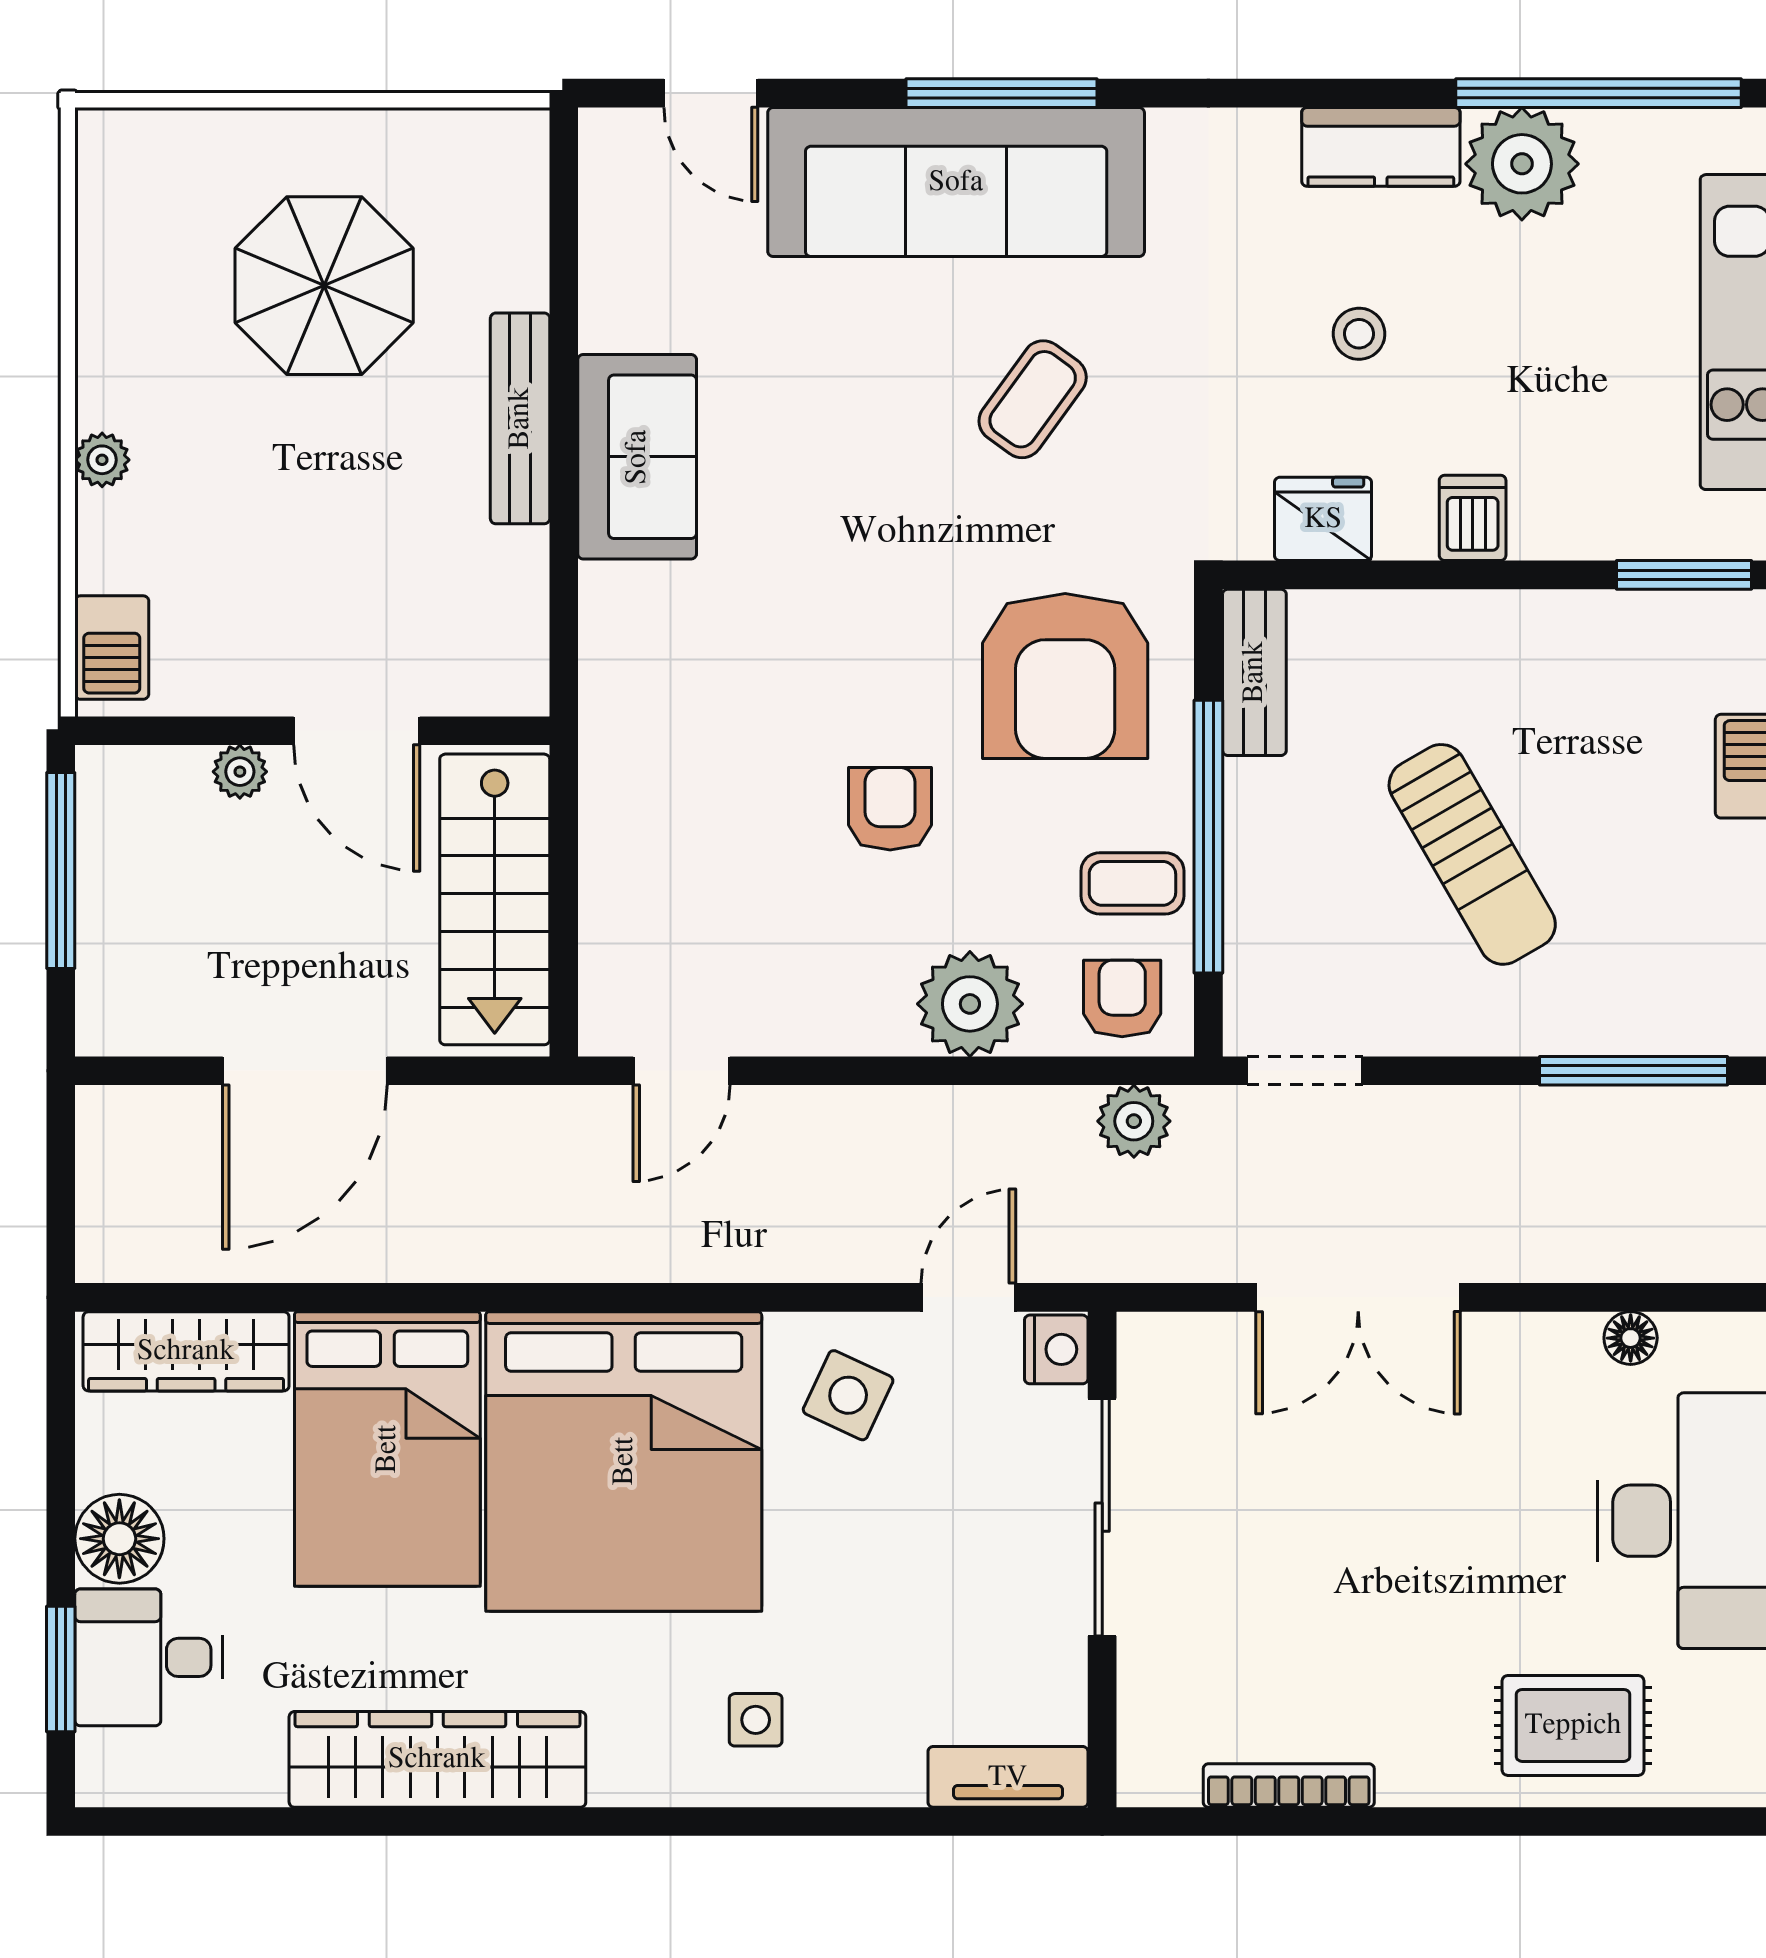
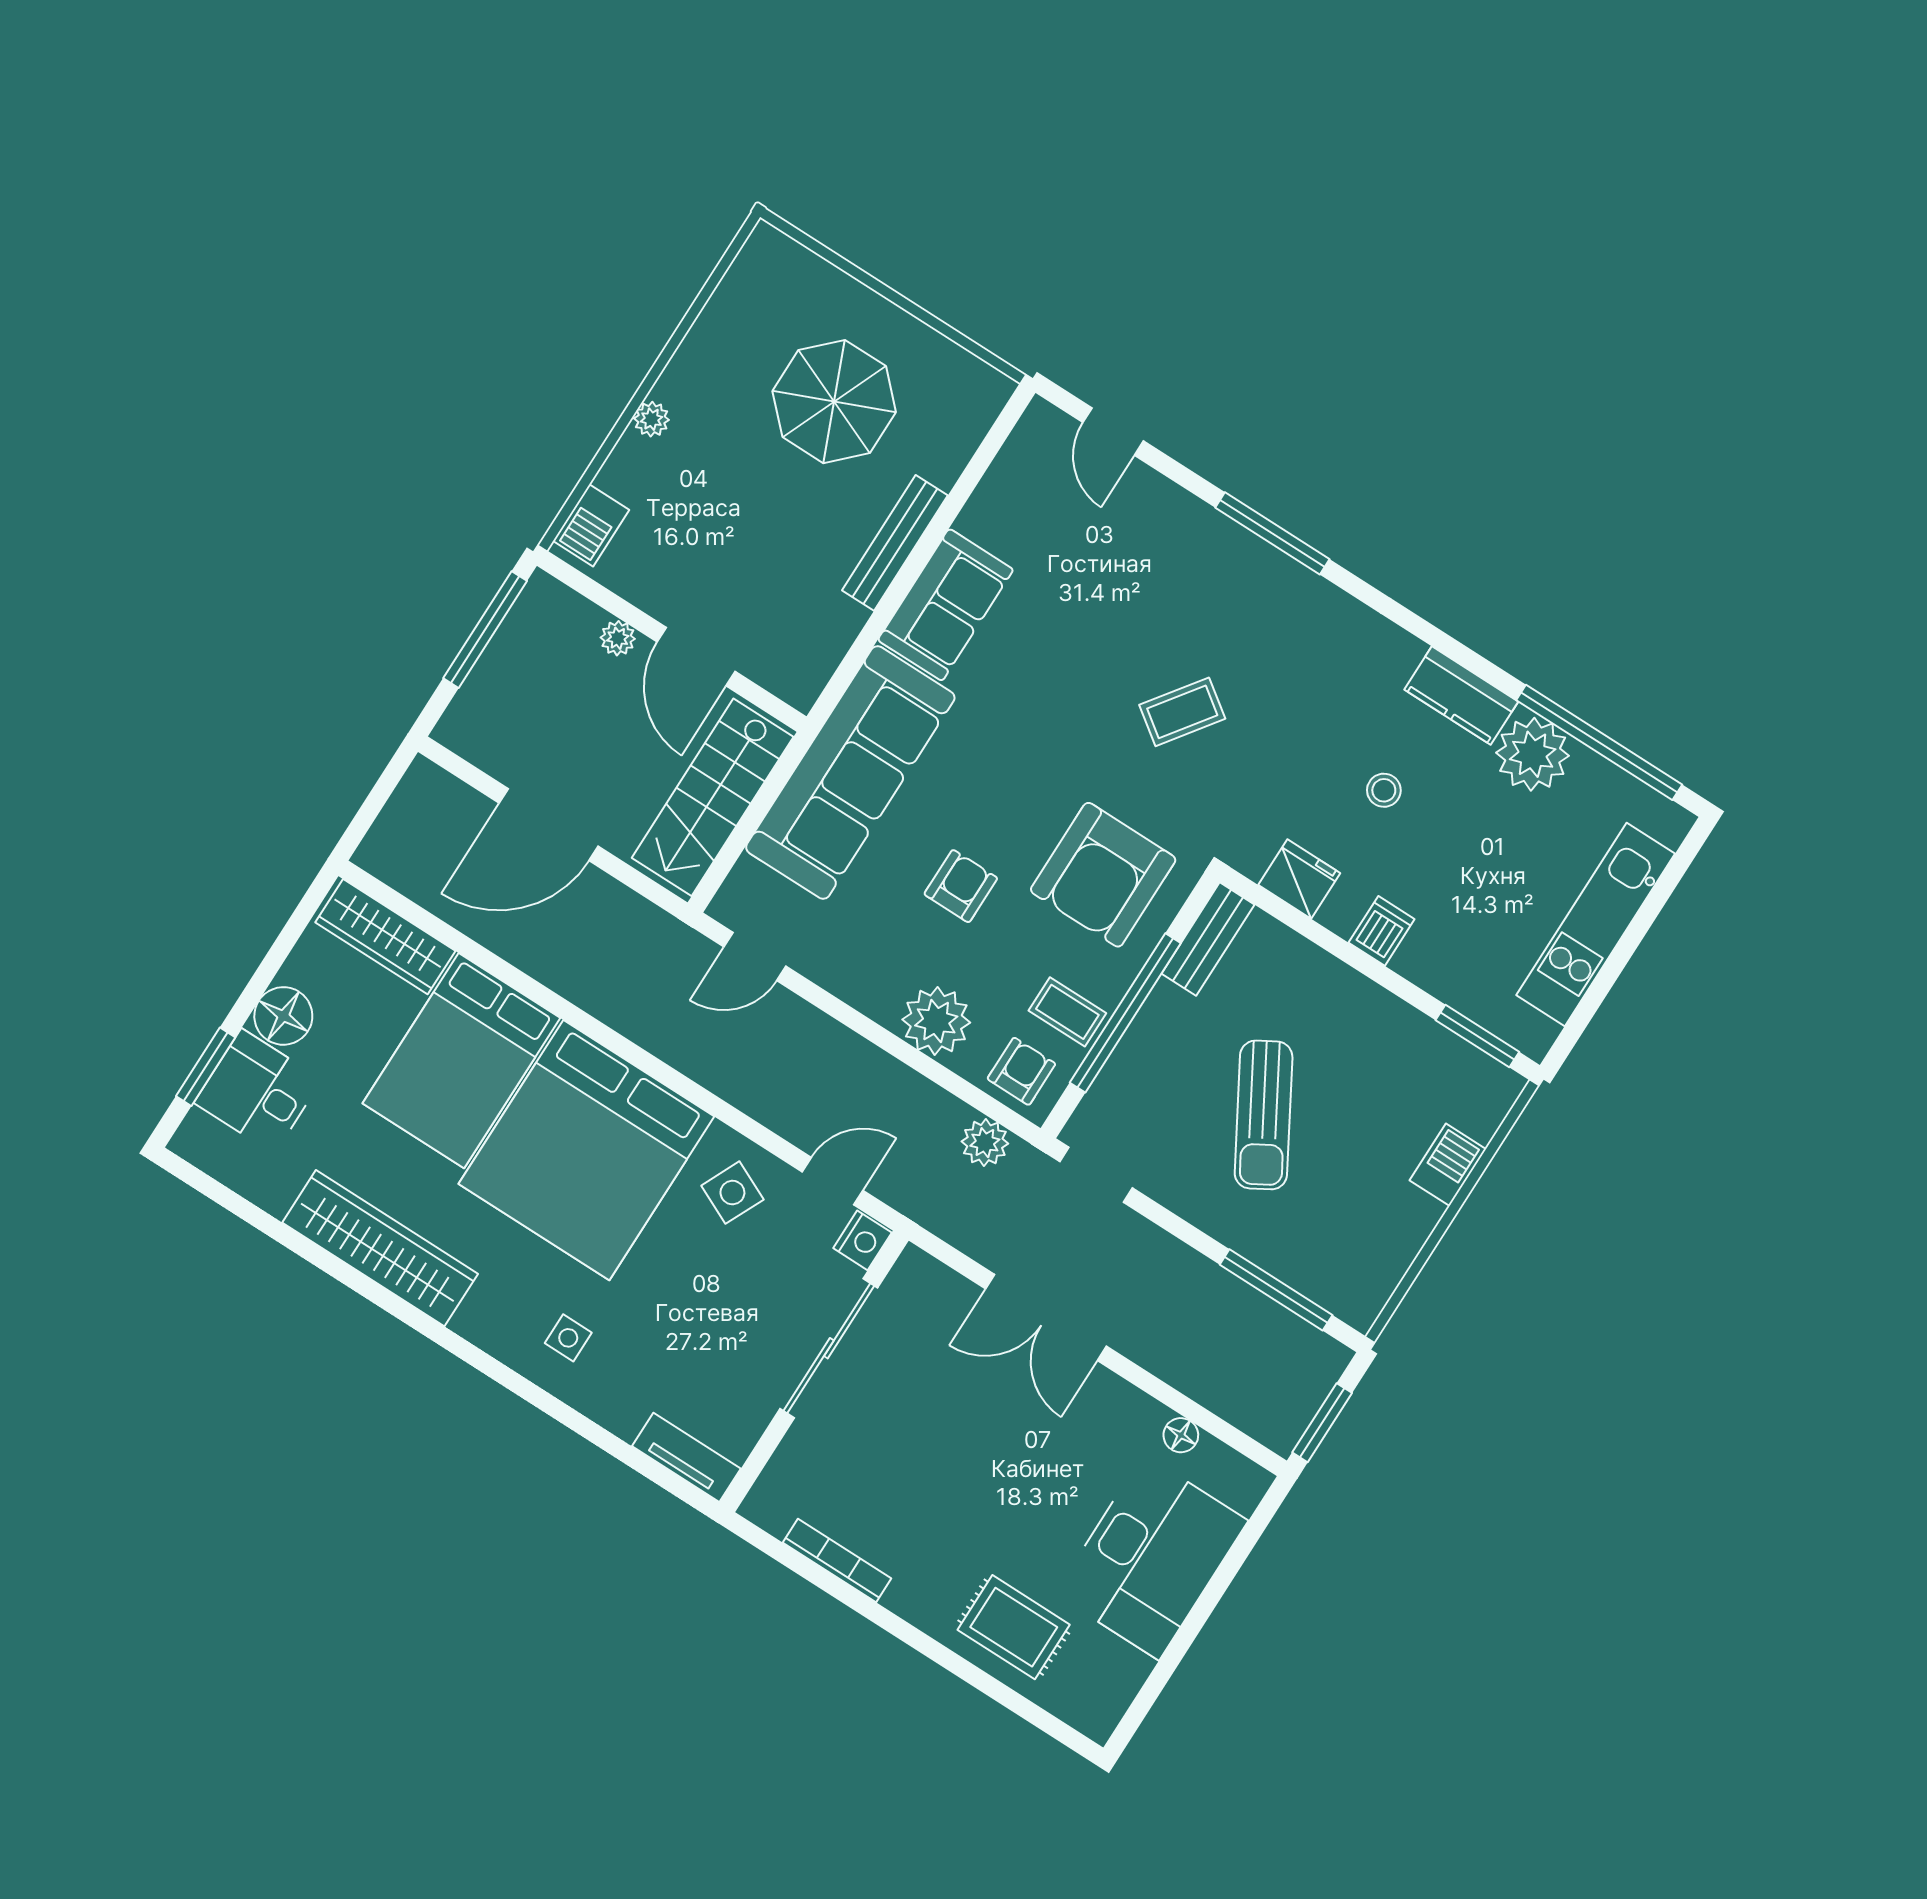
sofa: (956, 182) -> (850, 772), moved, turned -90

